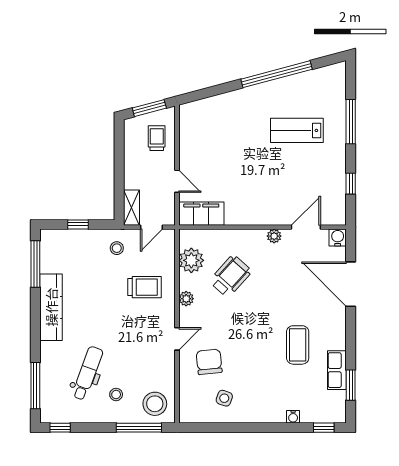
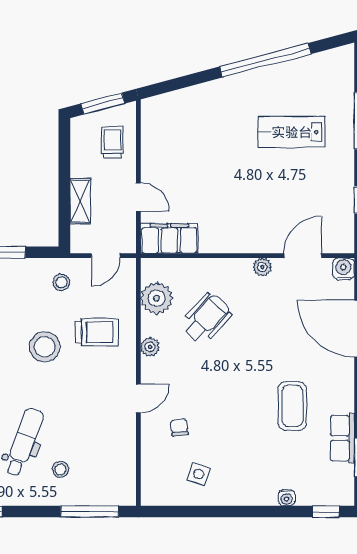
shelving: (131, 208) -> (80, 201), moved
chair: (209, 362) -> (179, 428), width x0.54, depth x0.54
stool: (155, 404) -> (45, 347), moved

